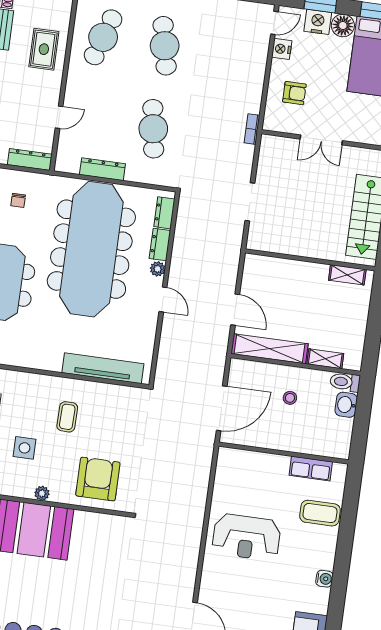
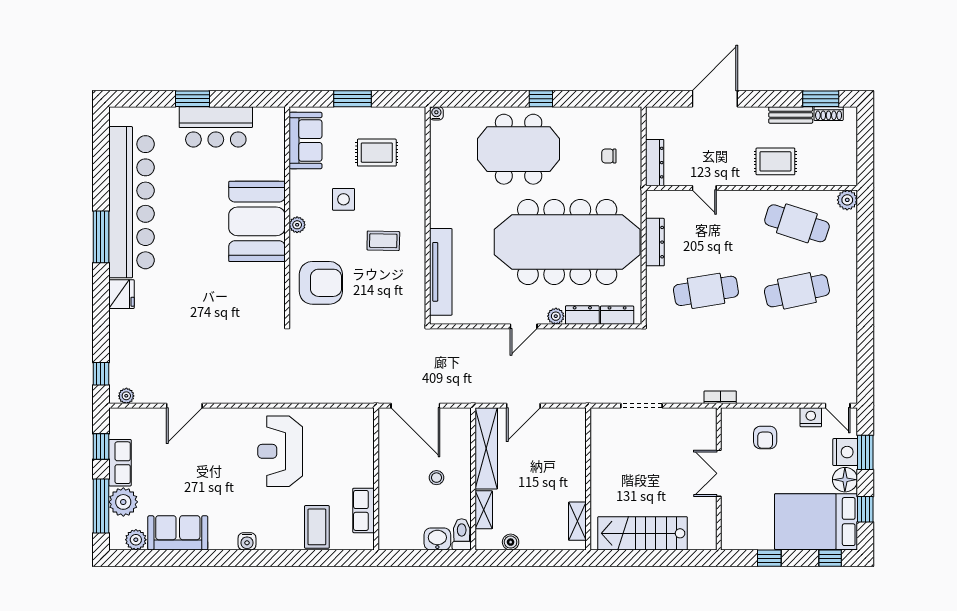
boiler: (358, 338) -> (511, 542), added

